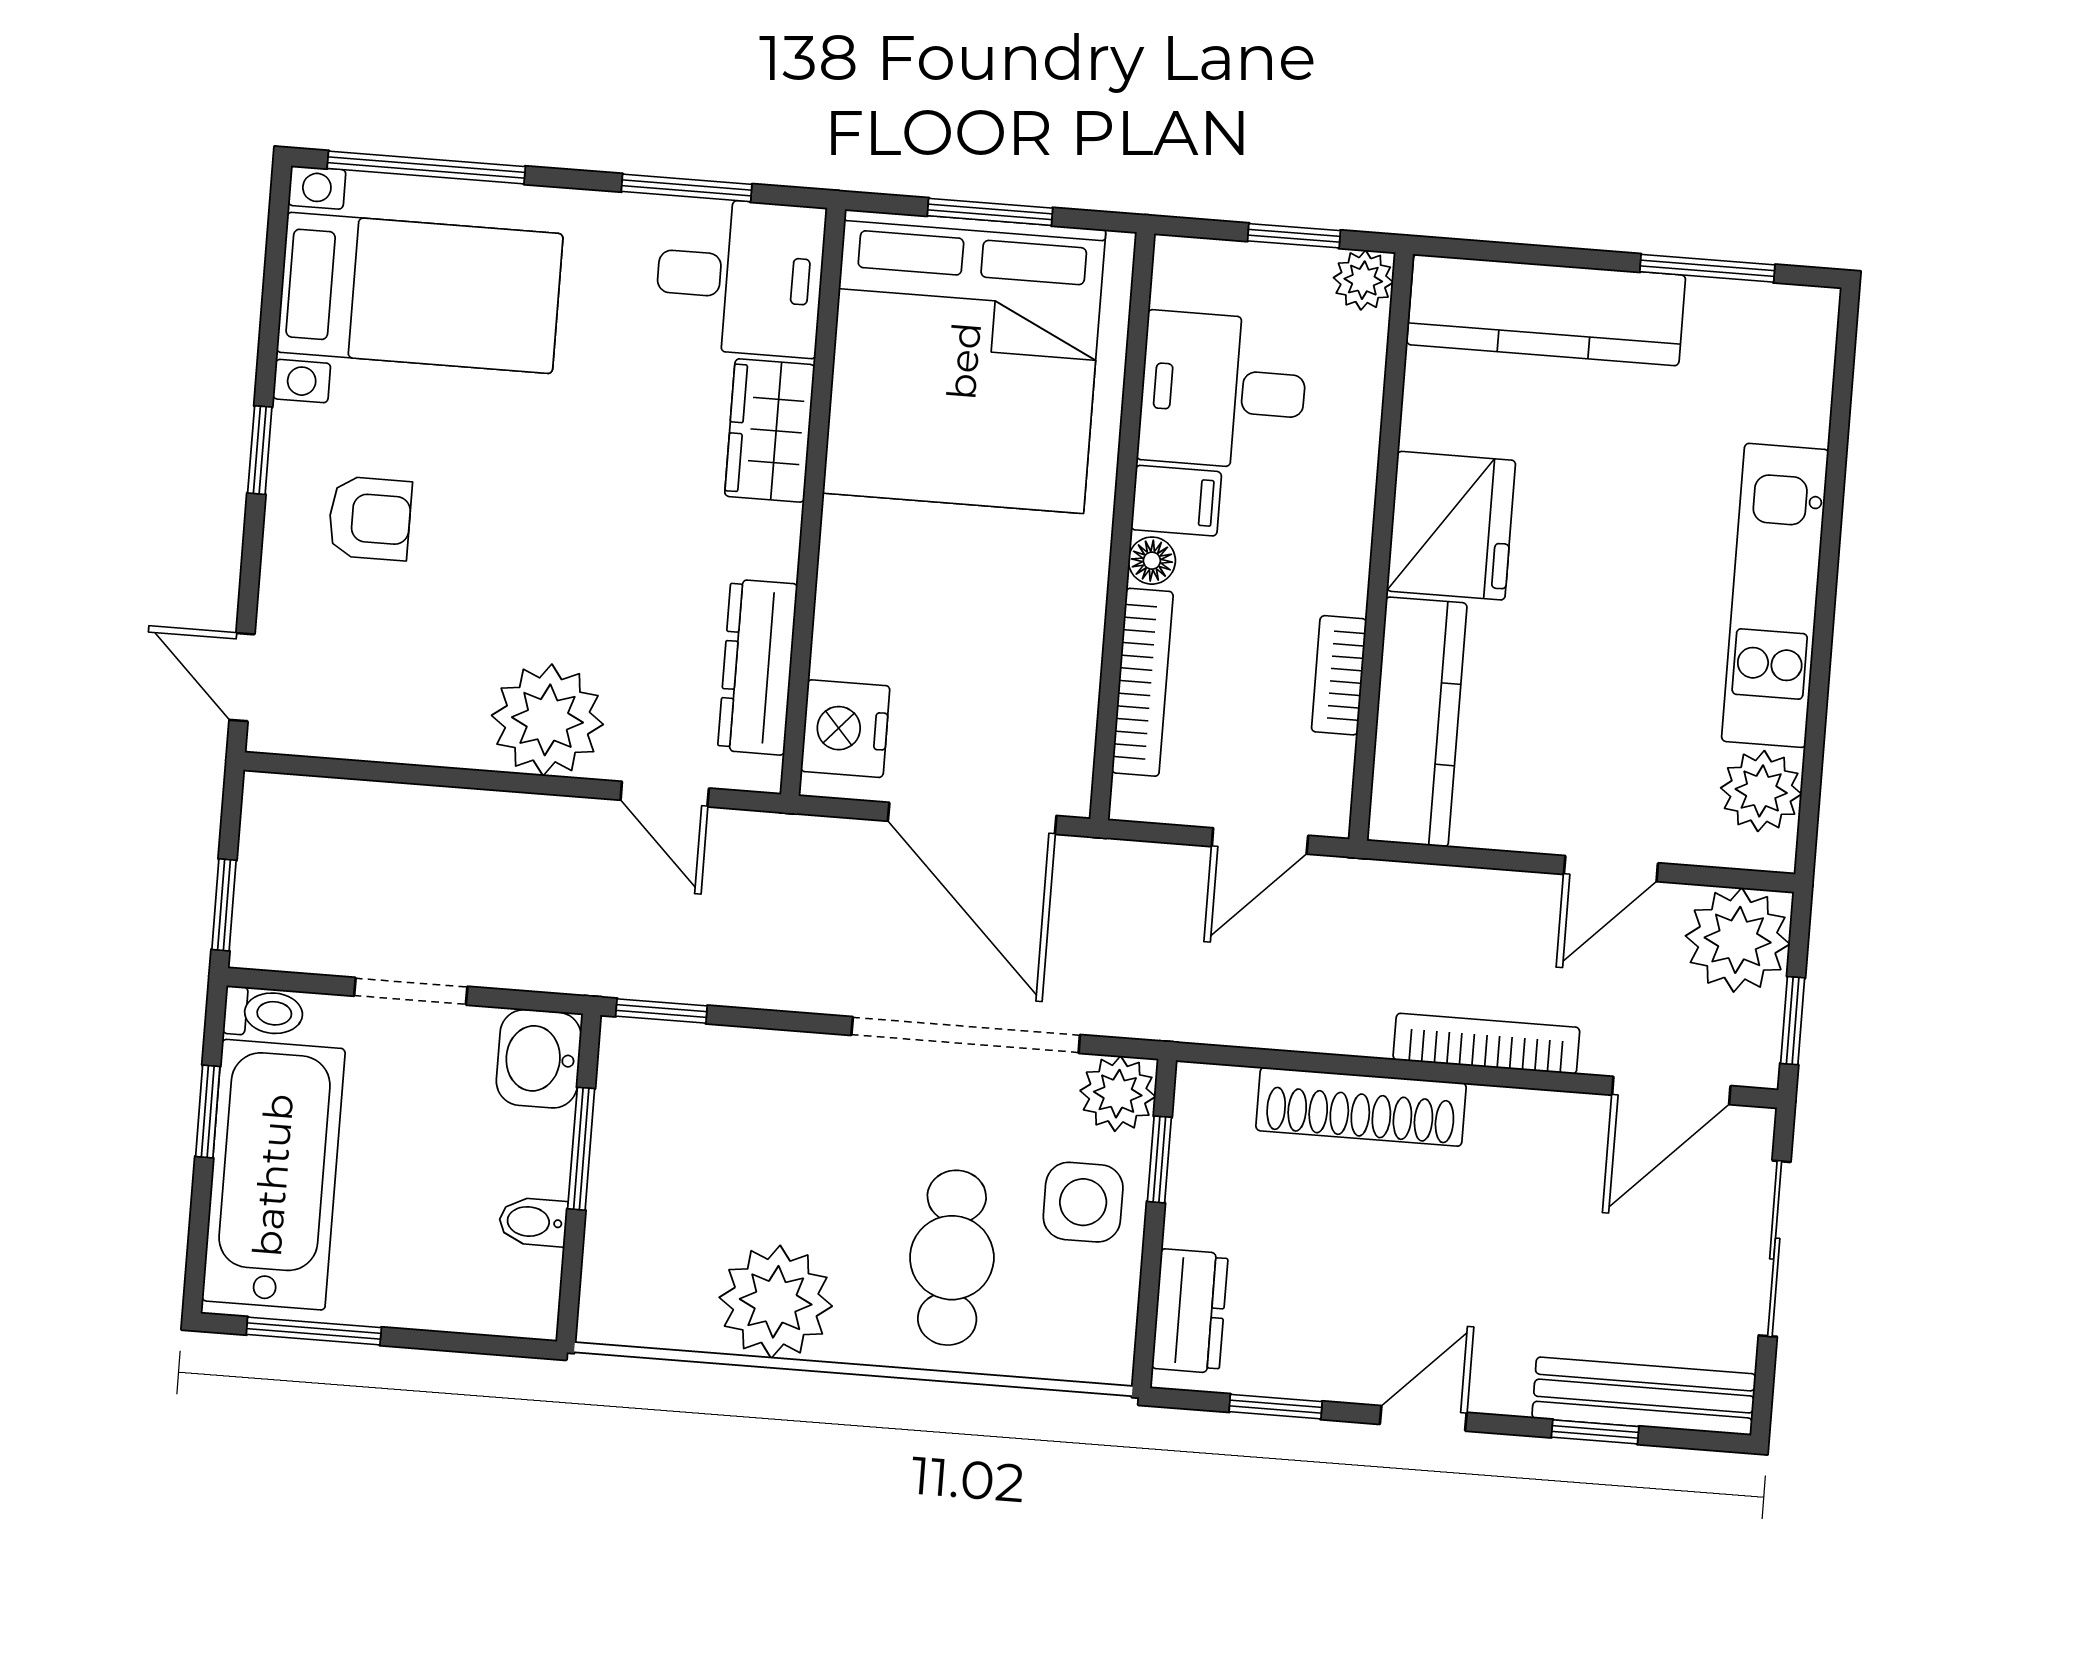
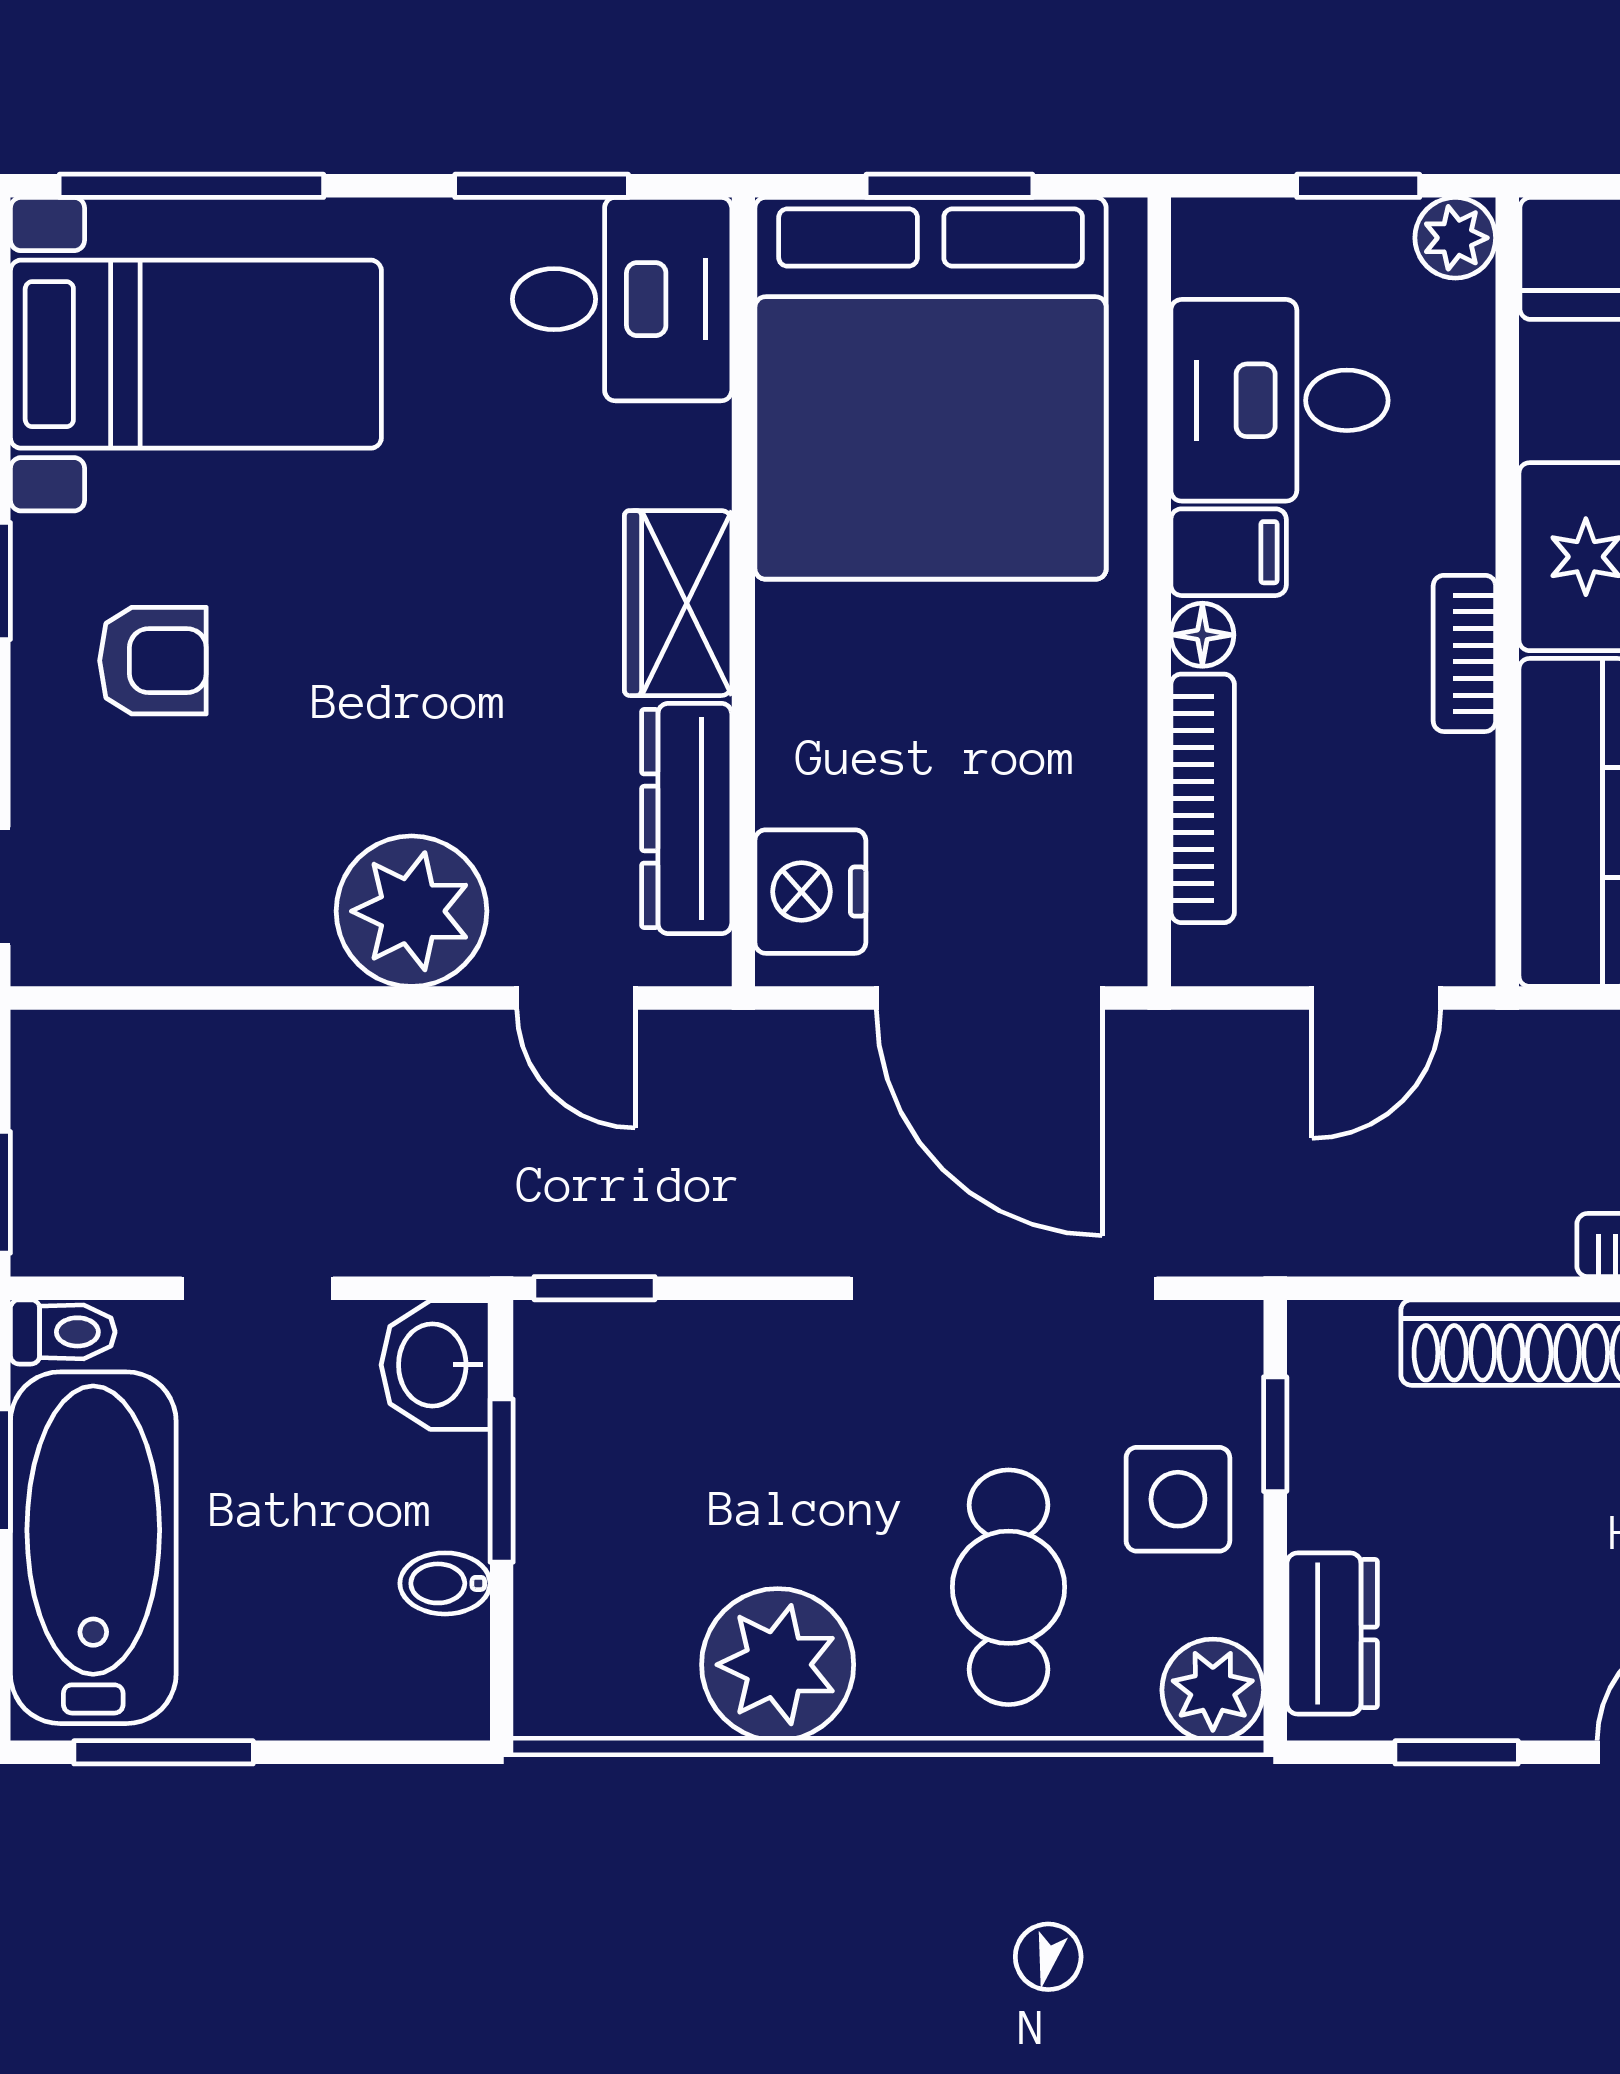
wardrobe: (770, 430) -> (678, 603), moved
bookcase: (1339, 675) -> (1464, 653), moved
plant: (1118, 1094) -> (1213, 1690), moved

